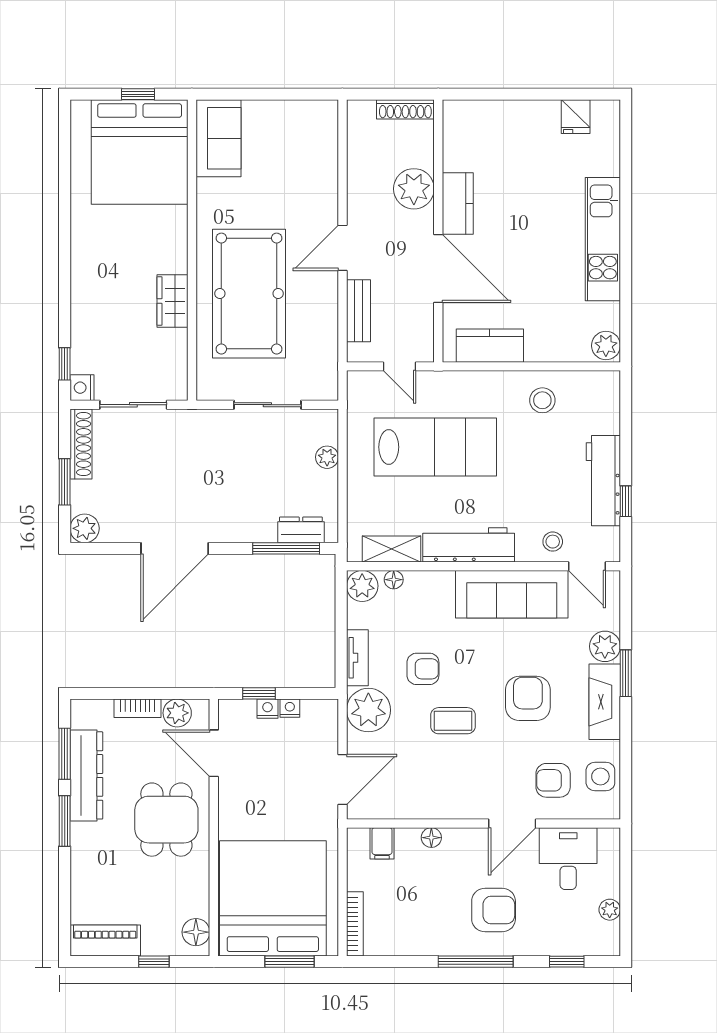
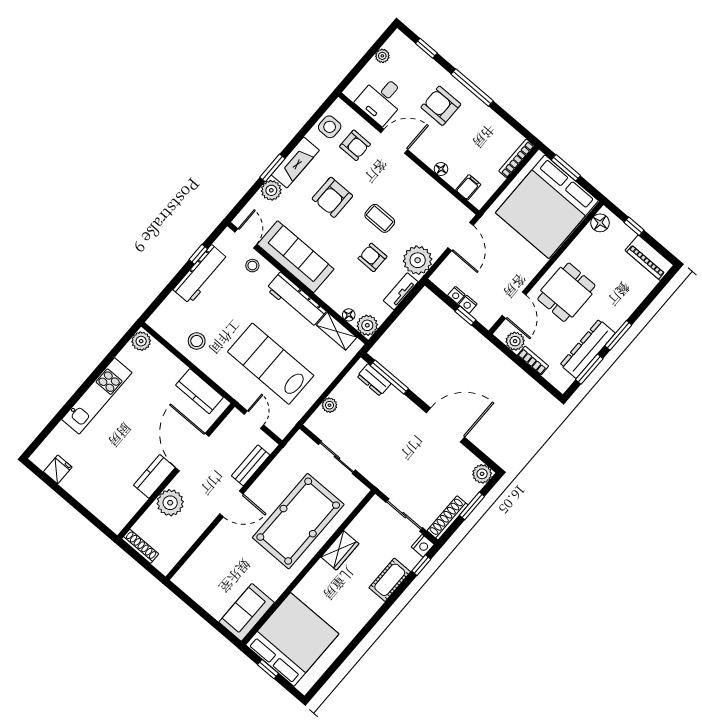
cot: (86, 316) -> (390, 580), added
door: (342, 779) -> (461, 237), swing flipped

